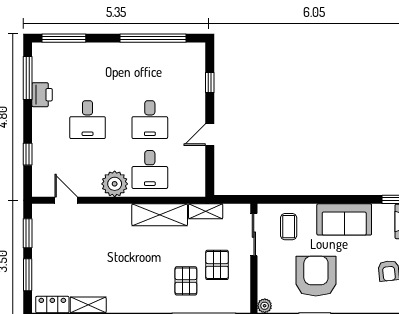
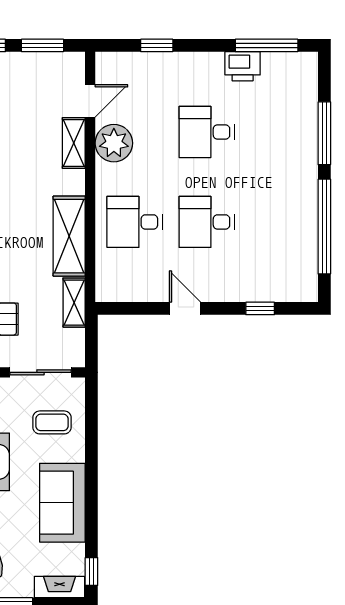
window: (64, 38) -> (324, 133), moved
plant: (115, 184) -> (114, 143), moved
shelving: (95, 212) -> (74, 143), added

